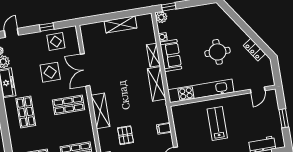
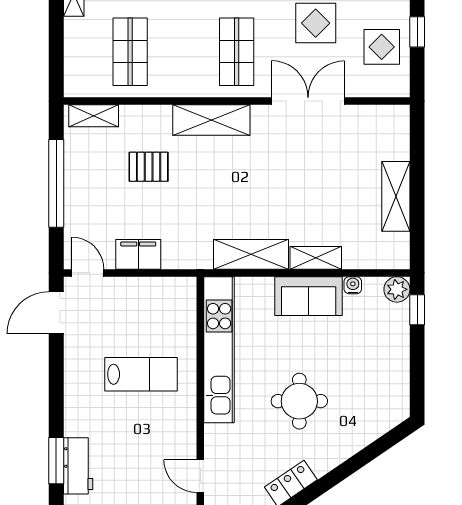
filing cabinet: (164, 128) -> (138, 254), width x2.00

